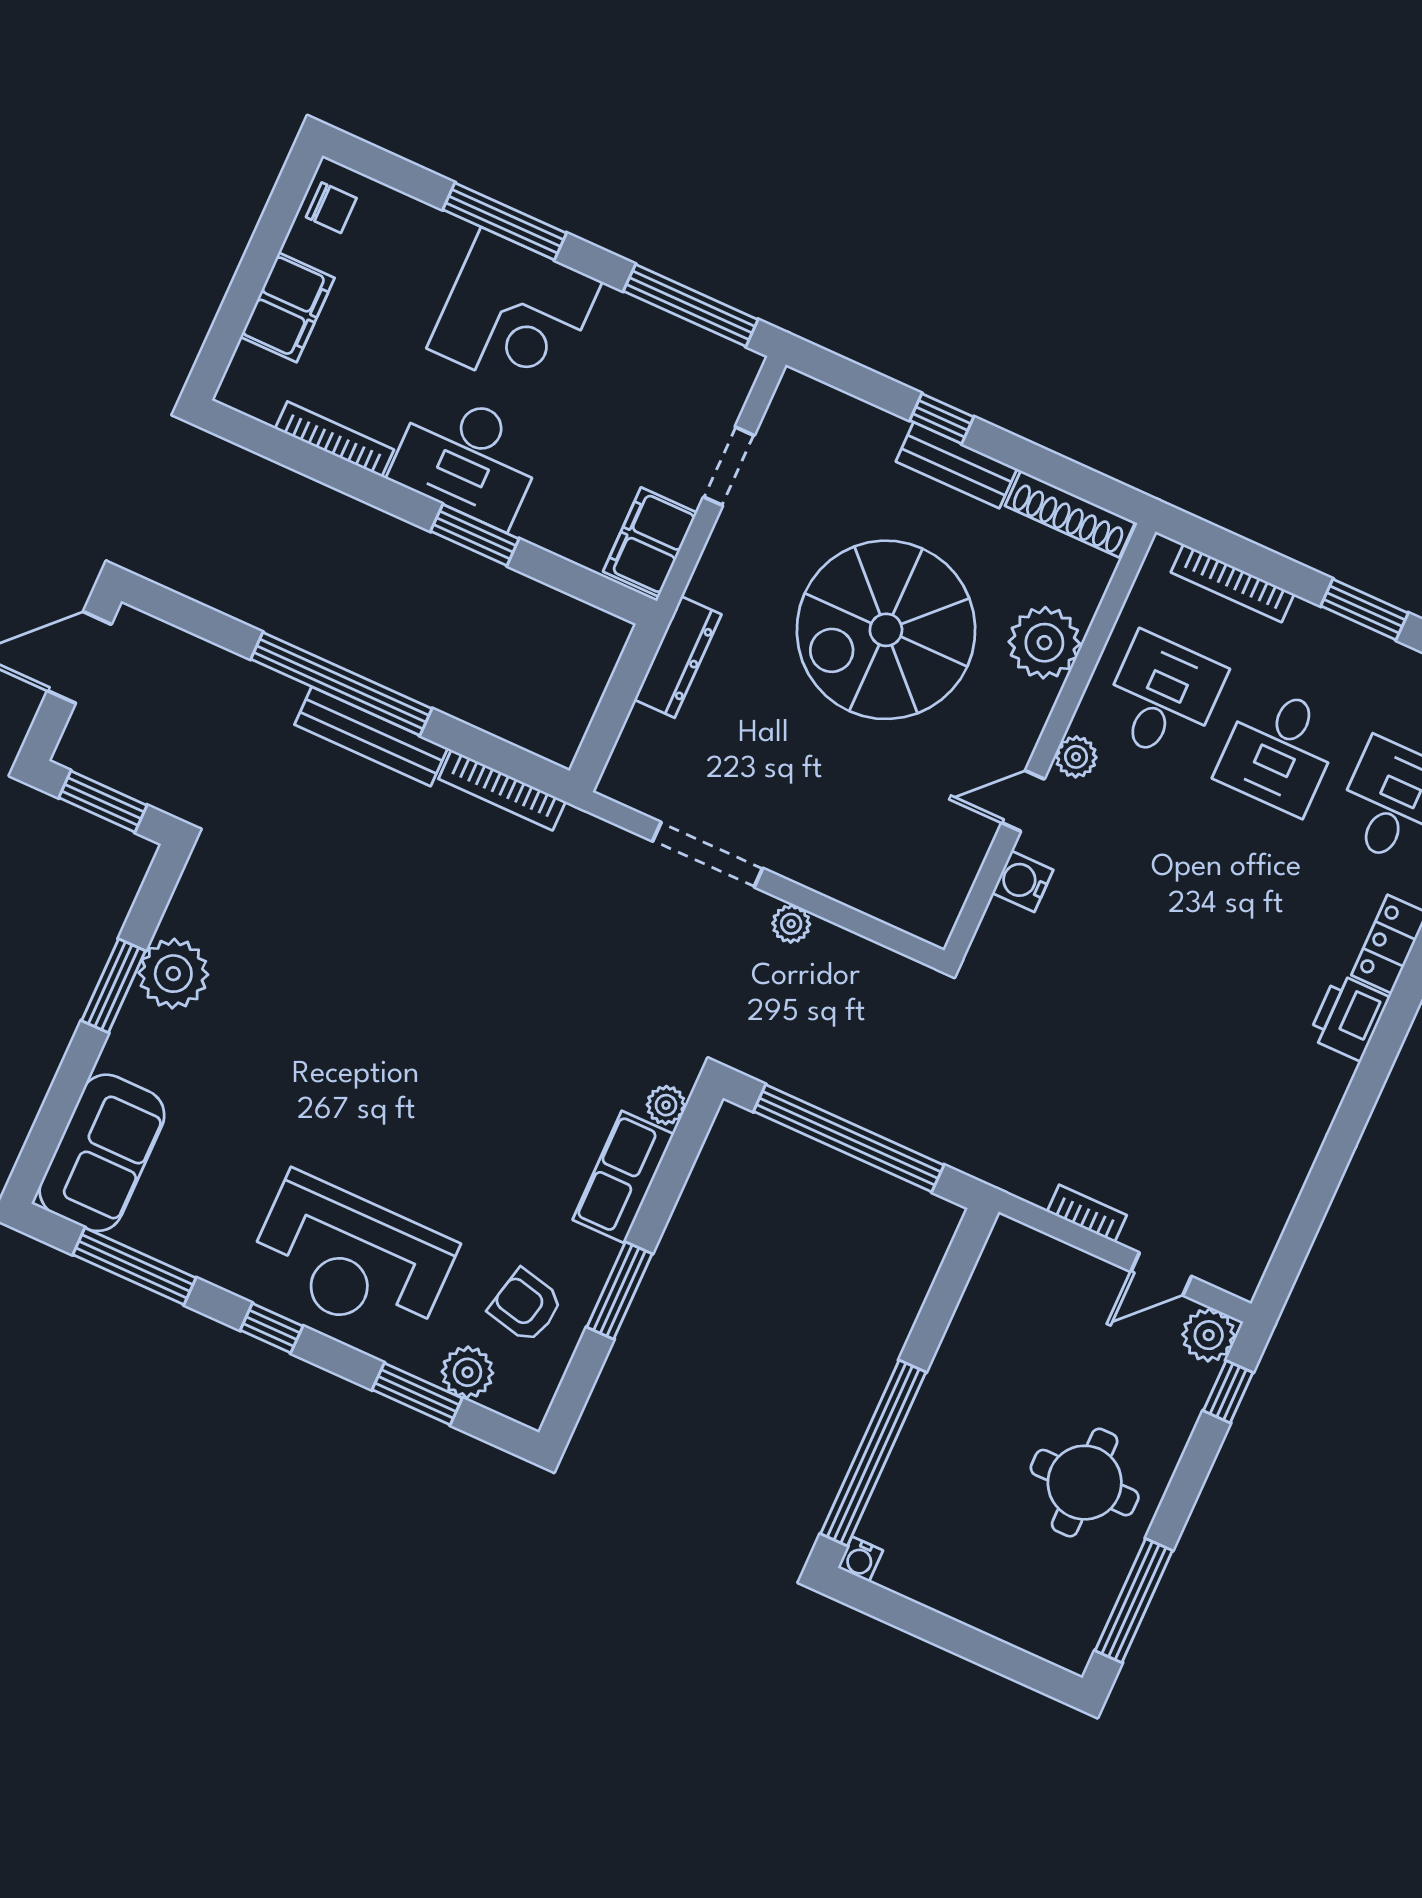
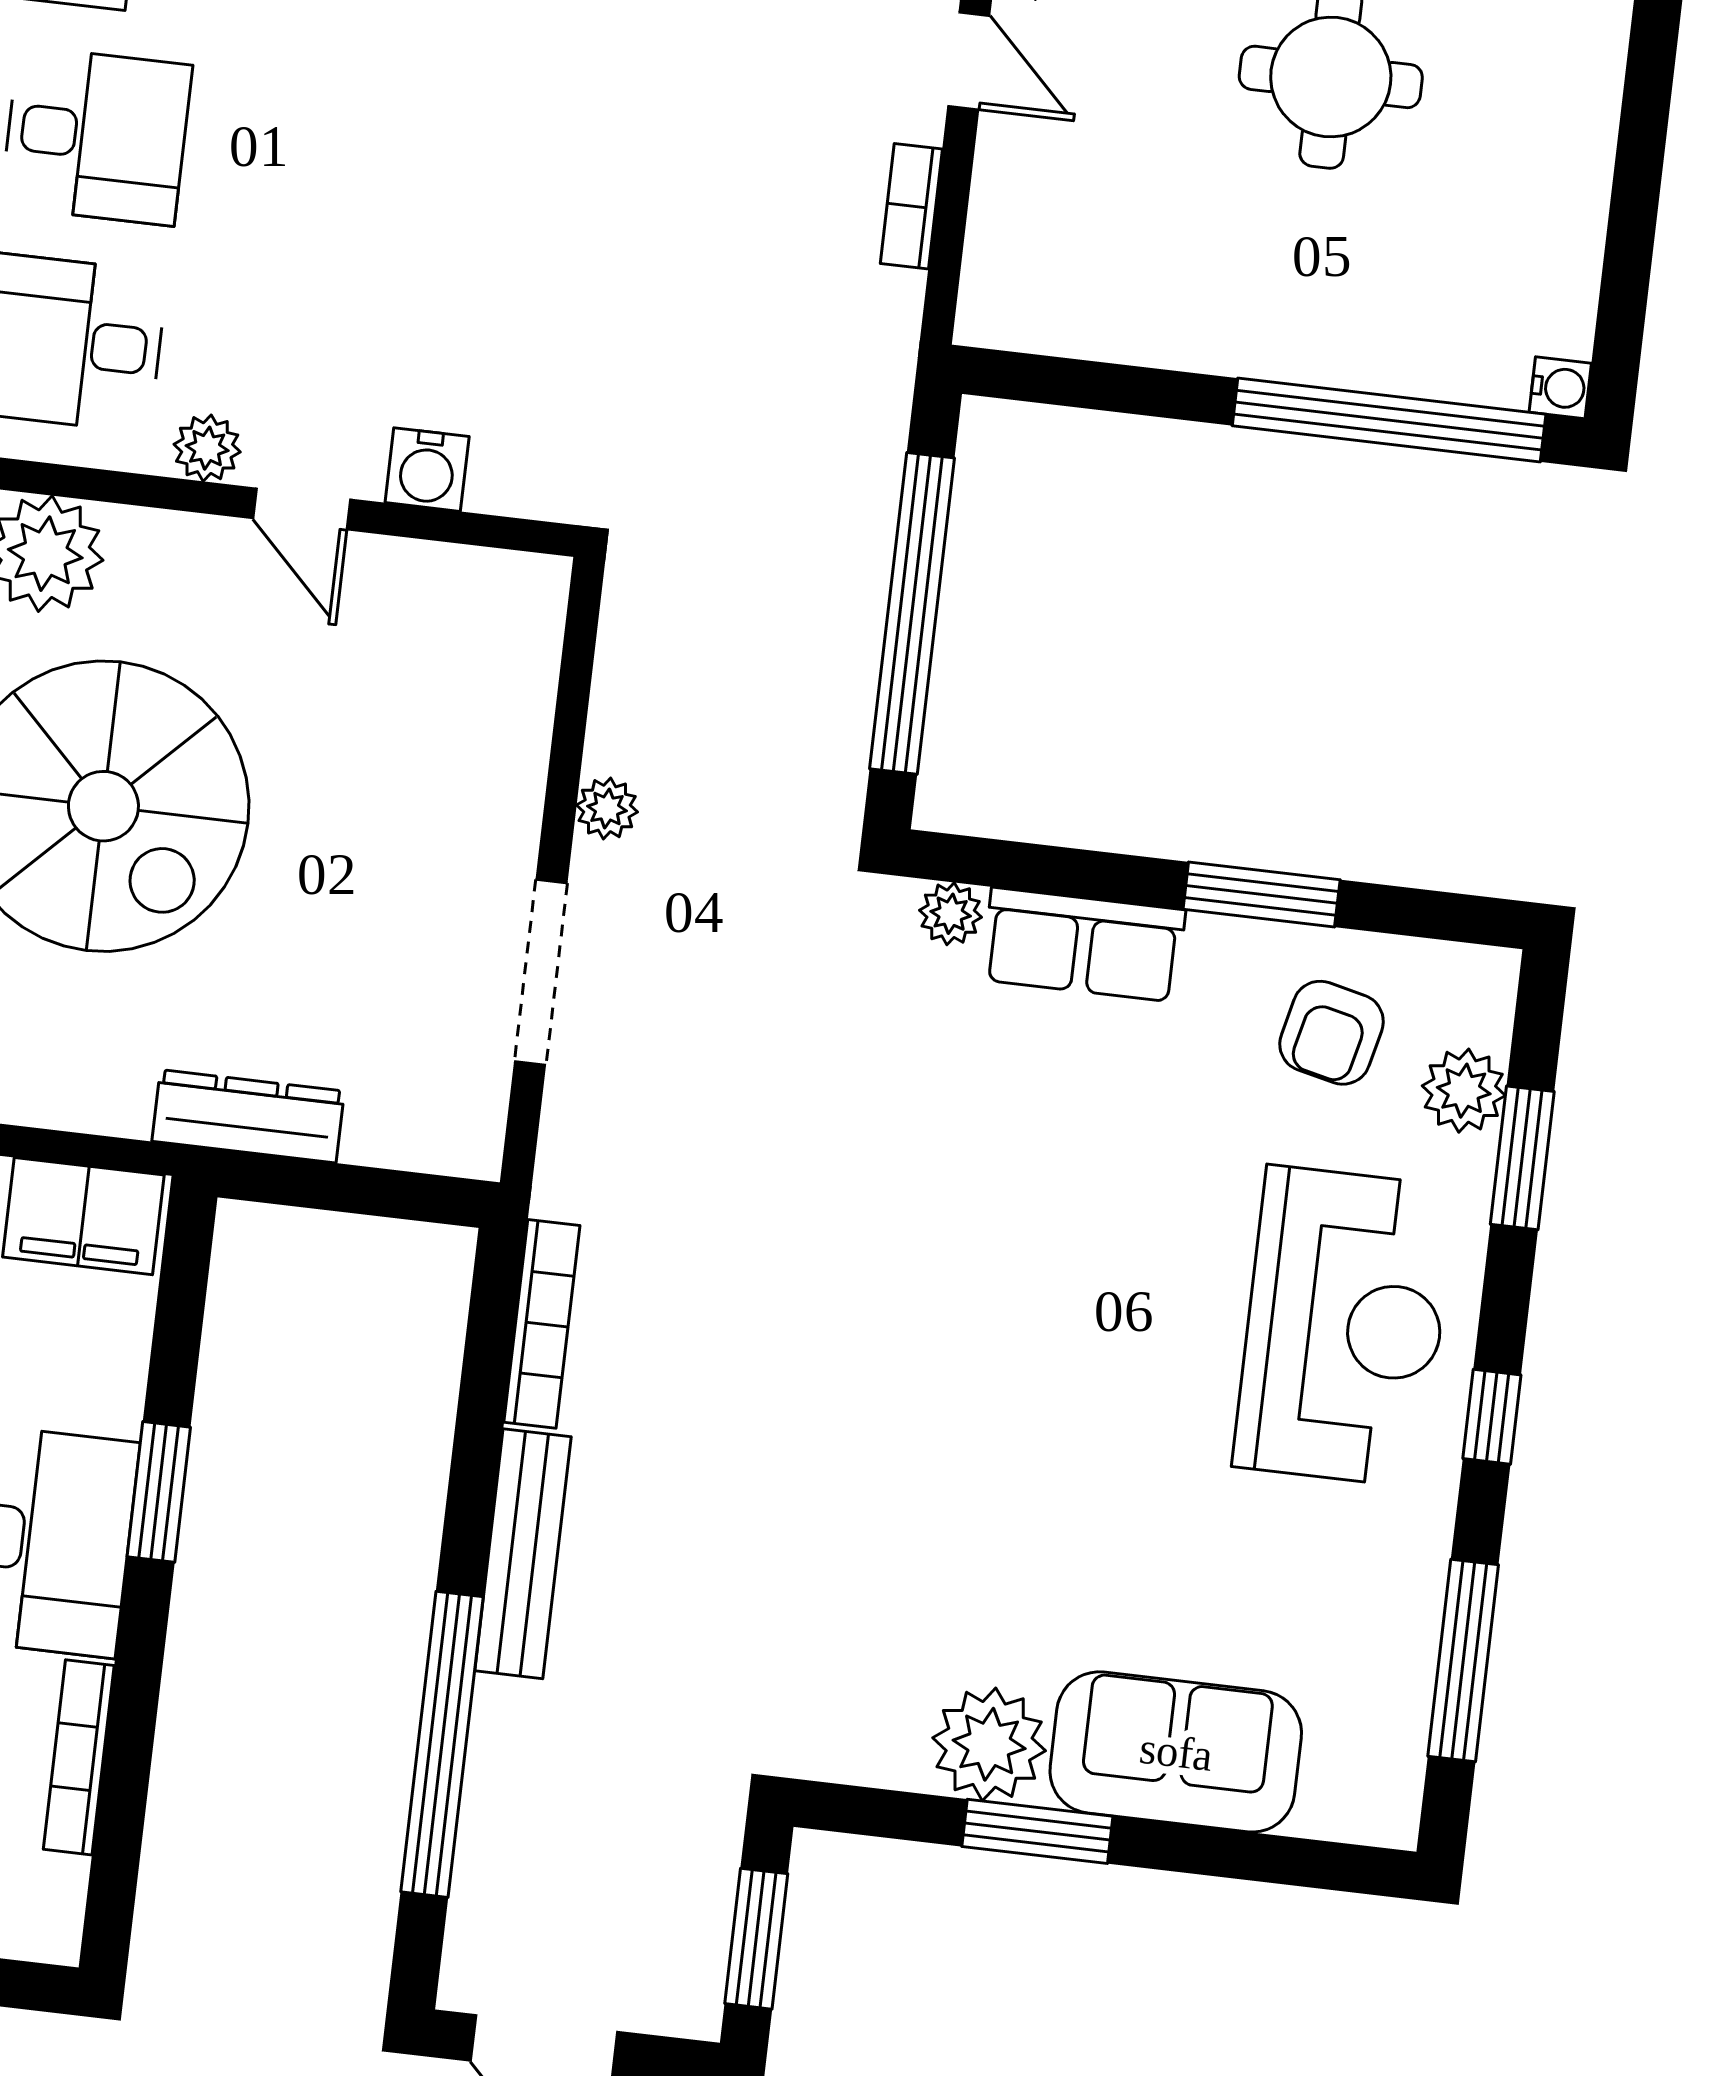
window: (341, 684) -> (442, 1744), moved
sofa: (102, 1153) -> (1176, 1752), moved

